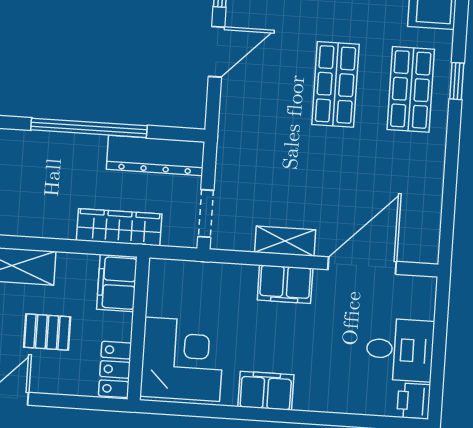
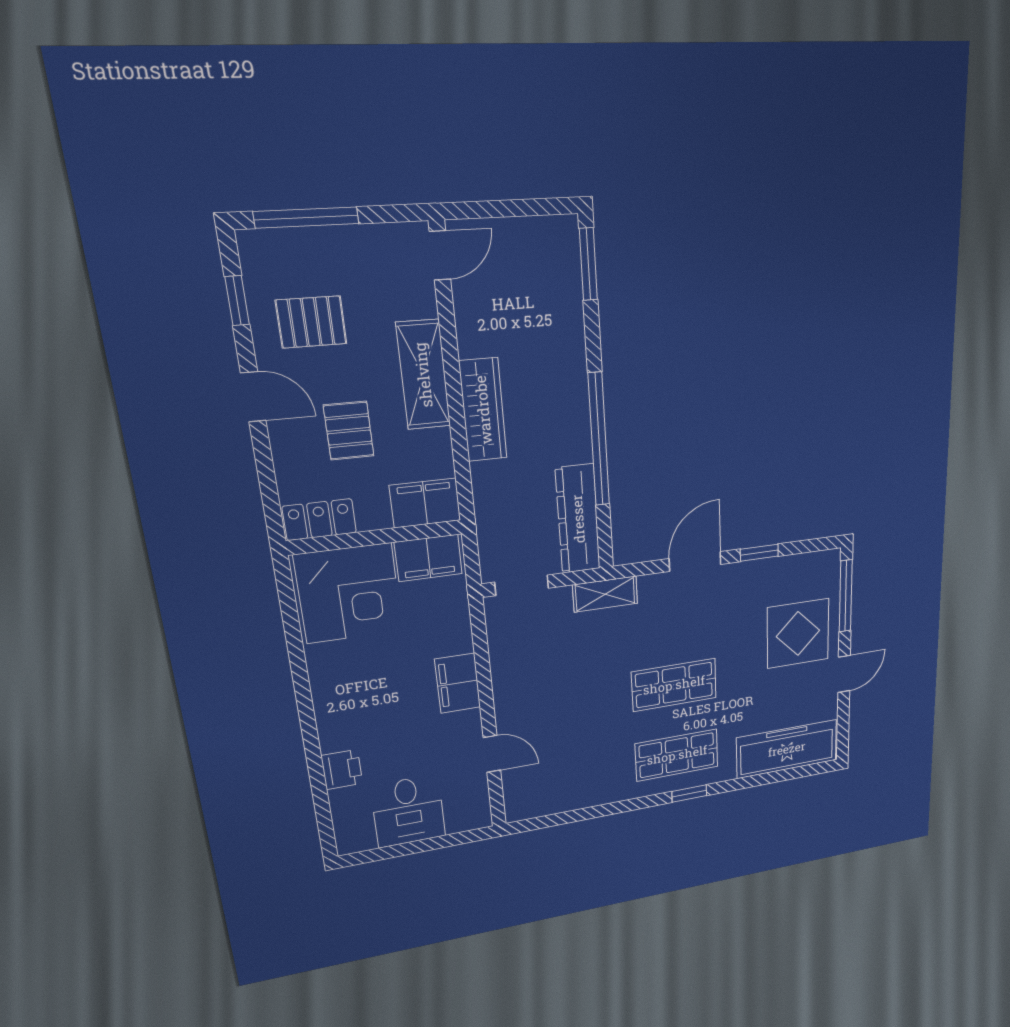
door: (217, 52) -> (695, 562), swing flipped
wardrobe: (119, 227) -> (483, 410), moved
shelving: (285, 241) -> (605, 594), moved, turned 90
door: (362, 266) -> (492, 754), width x0.53
filing cabinet: (266, 391) -> (428, 558), moved, turned 90
printer: (414, 401) -> (342, 769), moved, turned 90

